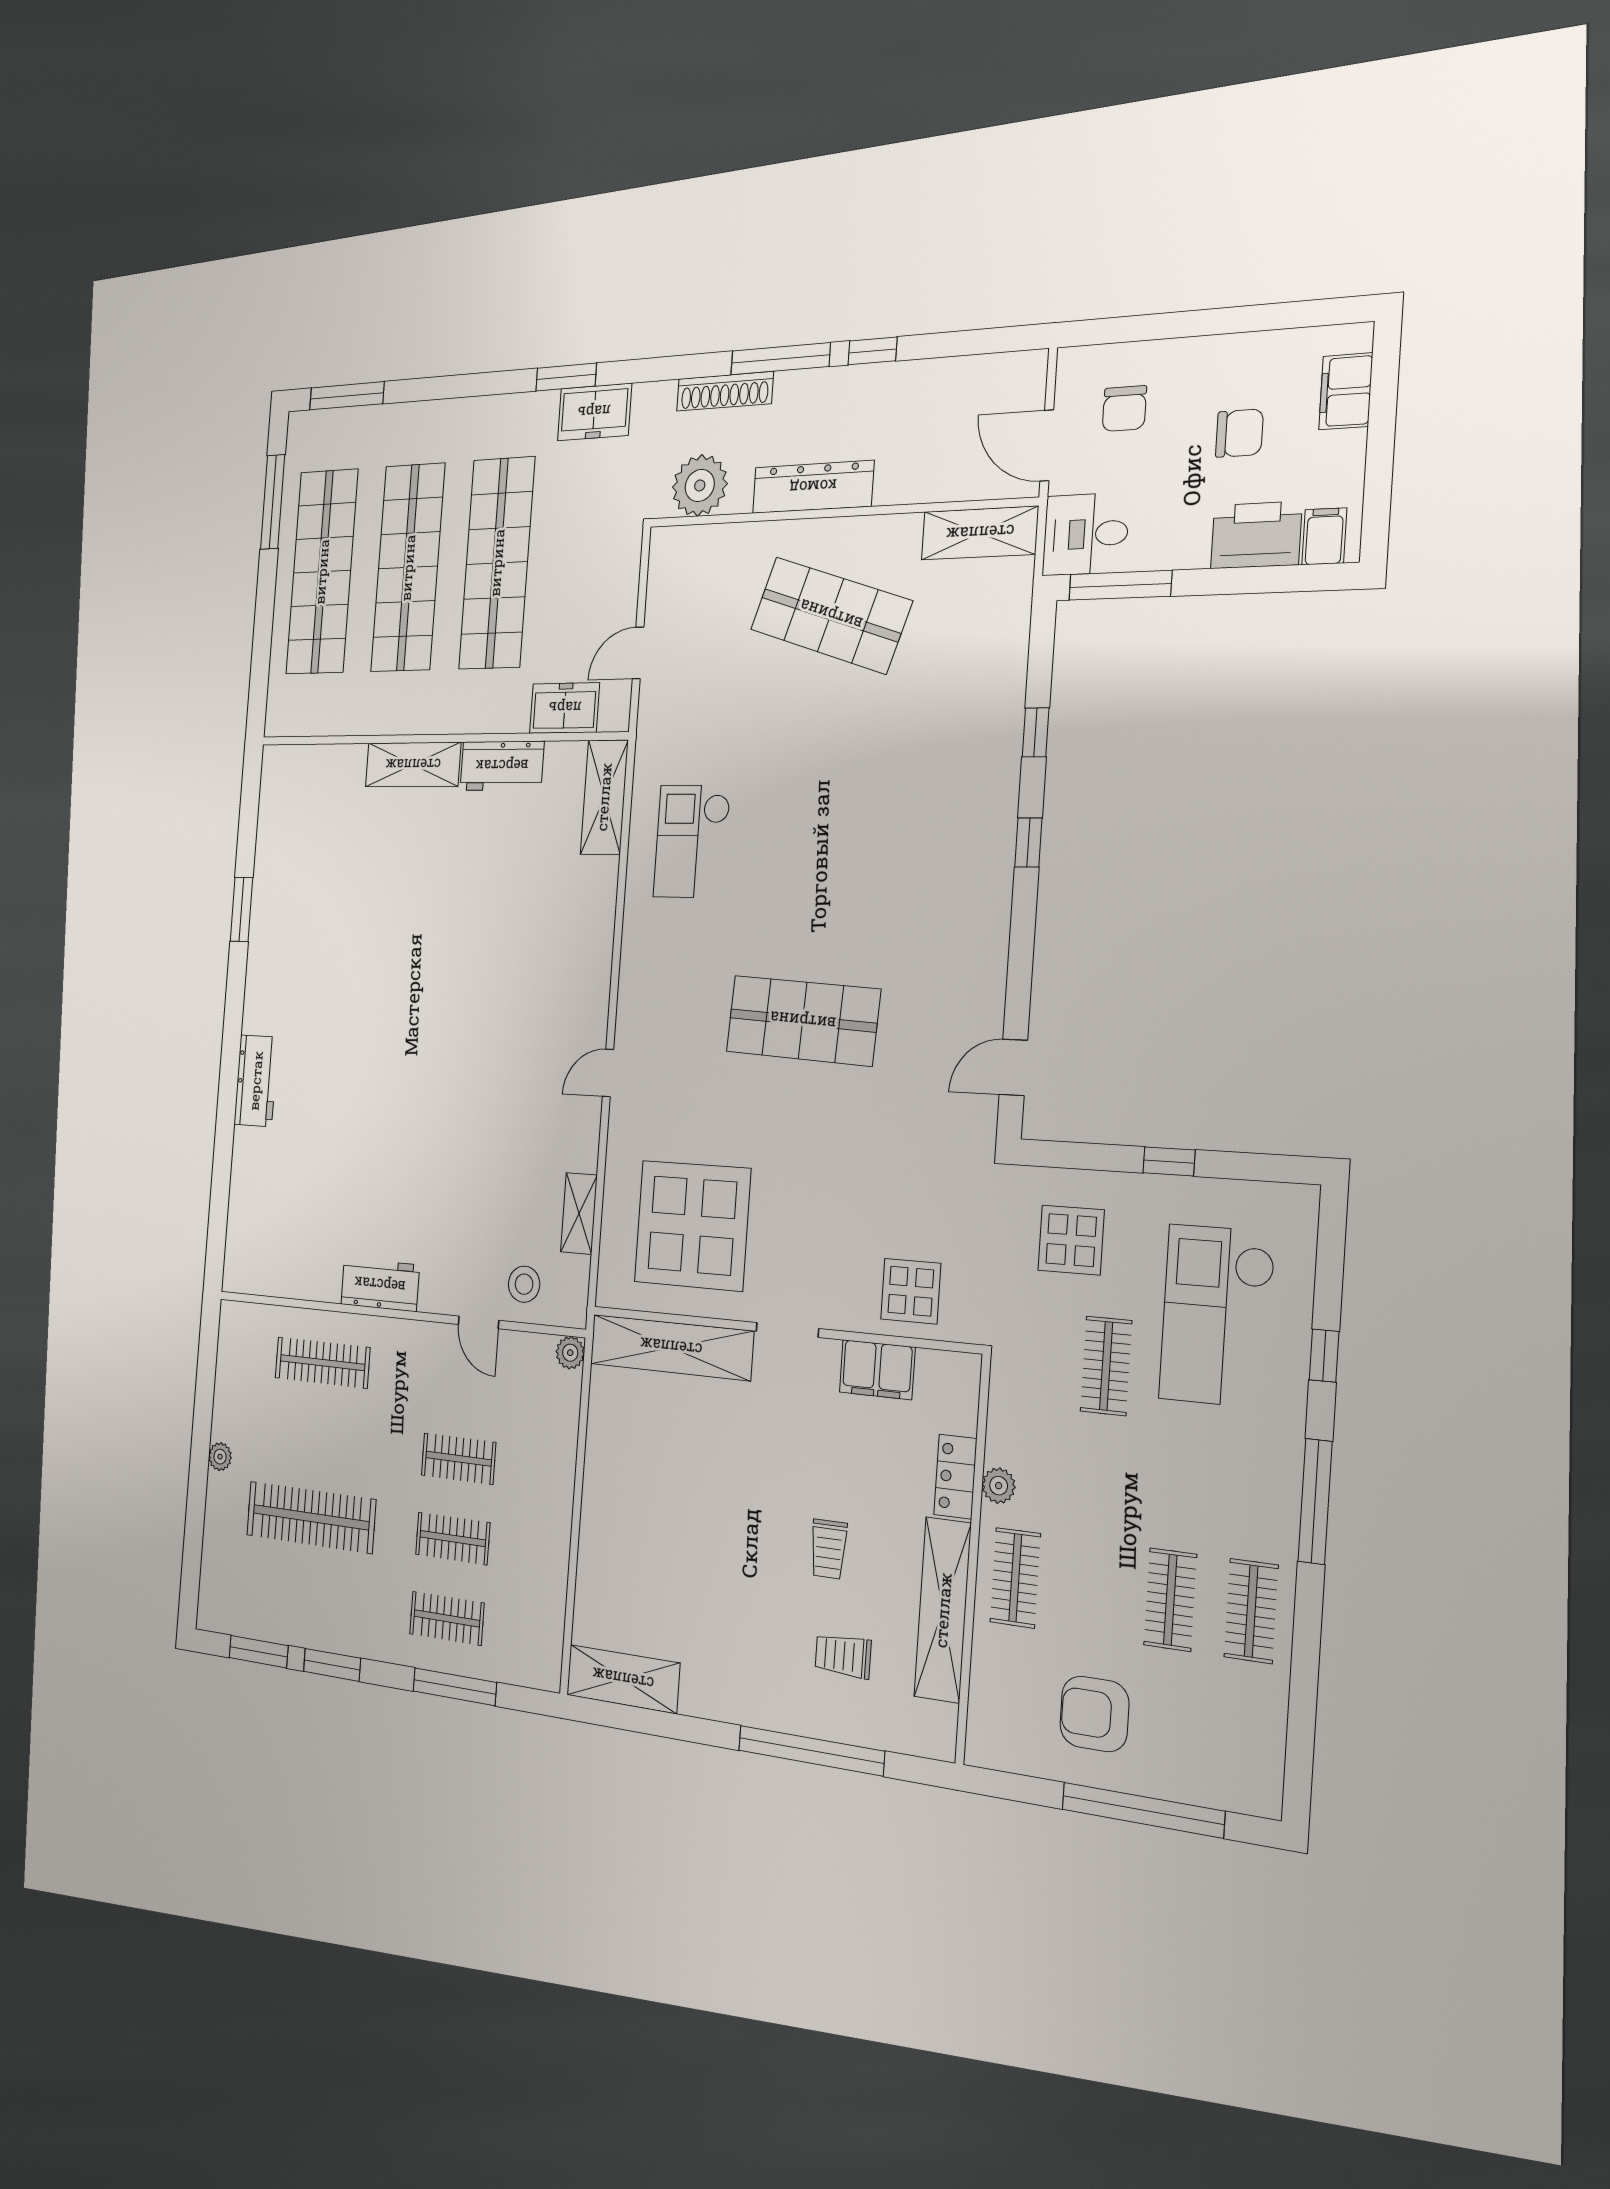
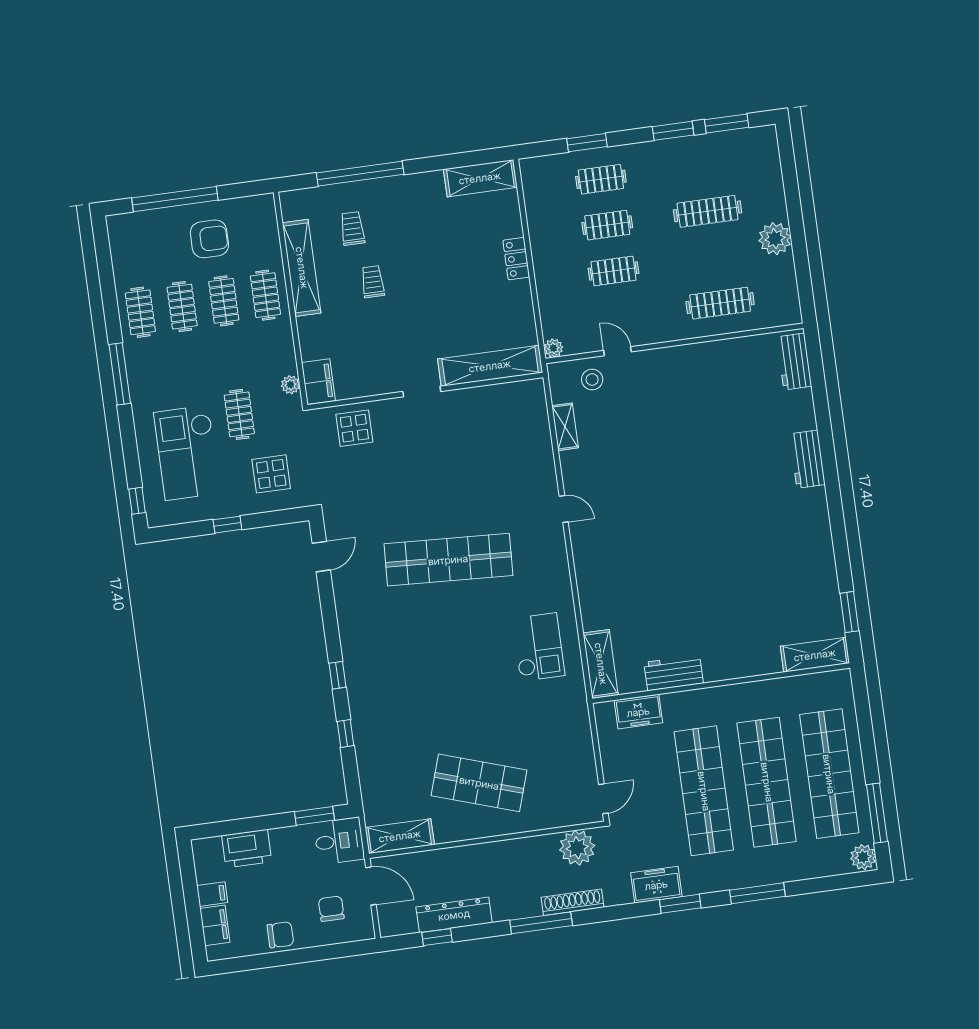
window: (872, 351) -> (437, 937), moved
window: (347, 396) -> (757, 893), moved
plant: (303, 433) -> (863, 857), added
chair: (1239, 433) -> (280, 935), moved, turned 180
dresser: (813, 487) -> (454, 915), moved, turned 180
filing cabinet: (1324, 536) -> (212, 894), moved, turned -90
window: (1120, 585) -> (314, 816), width x0.69
door: (638, 653) -> (603, 799), moved
shelving: (413, 765) -> (815, 655), moved
window: (241, 909) -> (849, 612), moved
shop shelf: (803, 1021) -> (448, 560), width x1.40
door: (608, 1073) -> (564, 509), hinge flipped
display table: (692, 1225) -> (492, 435), removed
workbench: (380, 1285) -> (794, 361), moved, turned 90
checkout: (1217, 1316) -> (187, 453), turned 180
window: (1324, 1356) -> (137, 501), moved
filing cabinet: (877, 1370) -> (318, 382), moved, turned 90
plant: (220, 1457) -> (775, 239), width x1.88, depth x1.88
locker: (955, 1477) -> (516, 259), moved, turned 180
plant: (999, 1486) -> (290, 385), moved
clothes rail: (311, 1517) -> (708, 211), width x0.73, depth x0.76
clothes rail: (1092, 1589) -> (224, 301), added
trolley: (843, 1656) -> (352, 228), turned -90
window: (455, 1687) -> (587, 143), width x0.69

